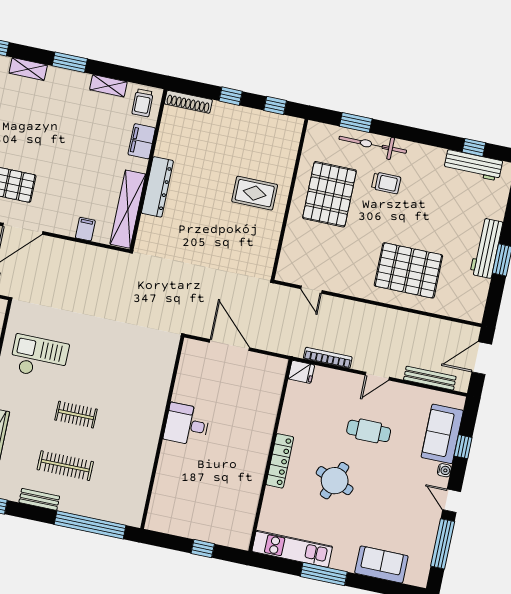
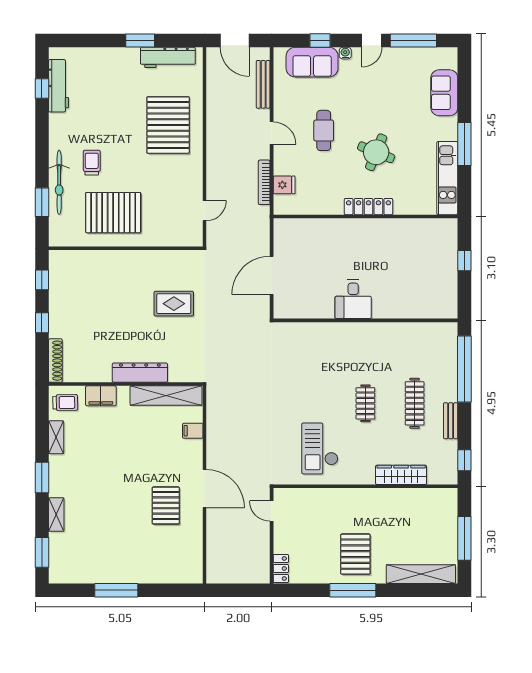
rug: (255, 193) -> (174, 304), moved, turned 90
workbench: (486, 248) -> (168, 57), moved
fridge: (301, 372) -> (284, 185), moved, turned 90

